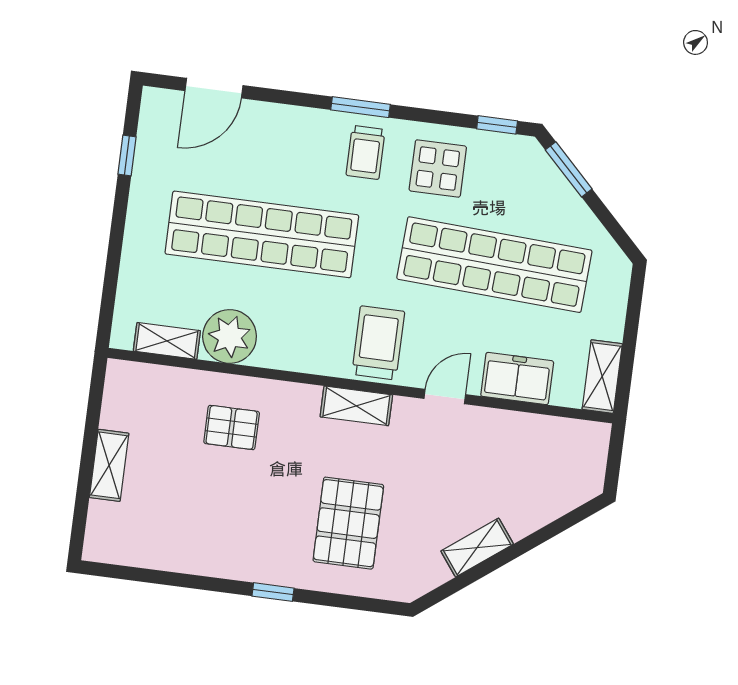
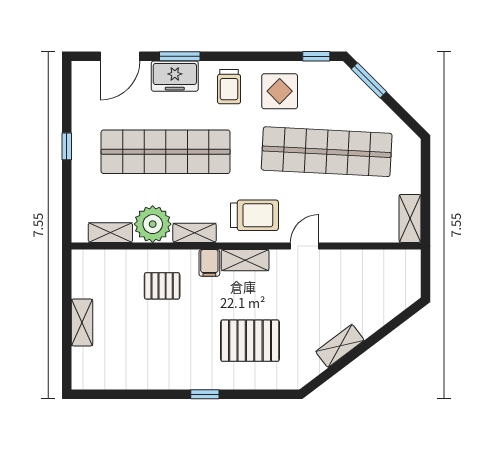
window: (361, 107) -> (180, 56), moved
window: (127, 155) -> (67, 146), moved
trolley: (378, 343) -> (254, 215), turned 90
shelving: (288, 357) -> (195, 233), added
freezer: (517, 379) -> (175, 76), moved, turned 180
filing cabinet: (304, 403) -> (209, 263), added
pallet: (348, 523) -> (250, 341), turned 90

